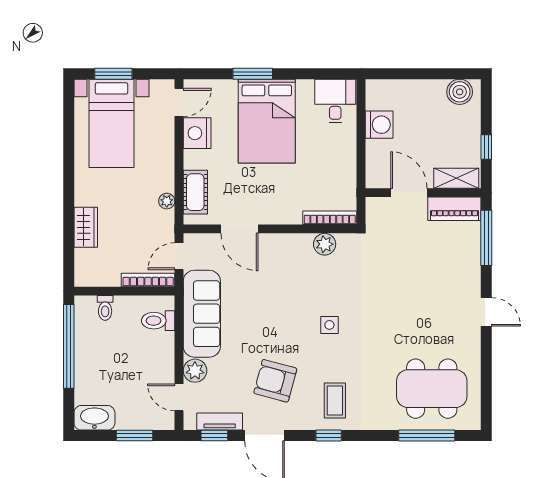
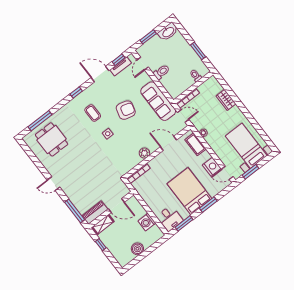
window: (113, 74) -> (251, 172), moved
window: (318, 74) -> (184, 223), added
boiler: (460, 92) -> (137, 249), moved
door: (179, 102) -> (227, 173), hinge flipped
plant: (325, 244) -> (144, 153), moved
door: (179, 256) -> (183, 116), hinge flipped
toilet: (158, 321) -> (161, 72), moved
window: (69, 346) -> (198, 51), width x0.47
plant: (195, 371) -> (144, 78), removed
armchair: (275, 381) -> (126, 110), moved
dining table: (432, 389) -> (52, 139), width x0.73
door: (179, 397) -> (143, 64), swing flipped
coffee table: (335, 401) -> (93, 113), moved

